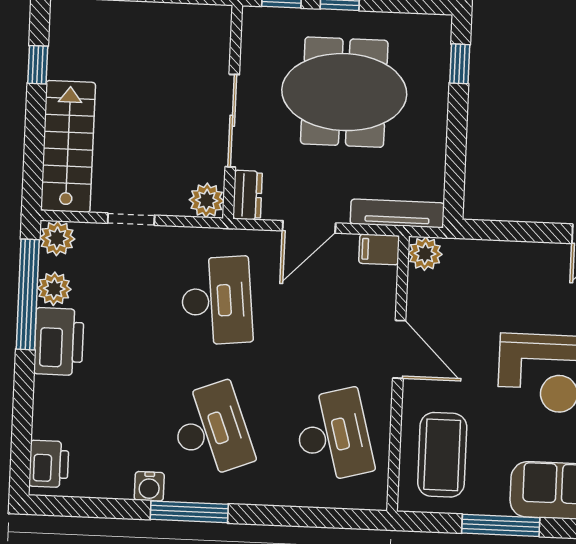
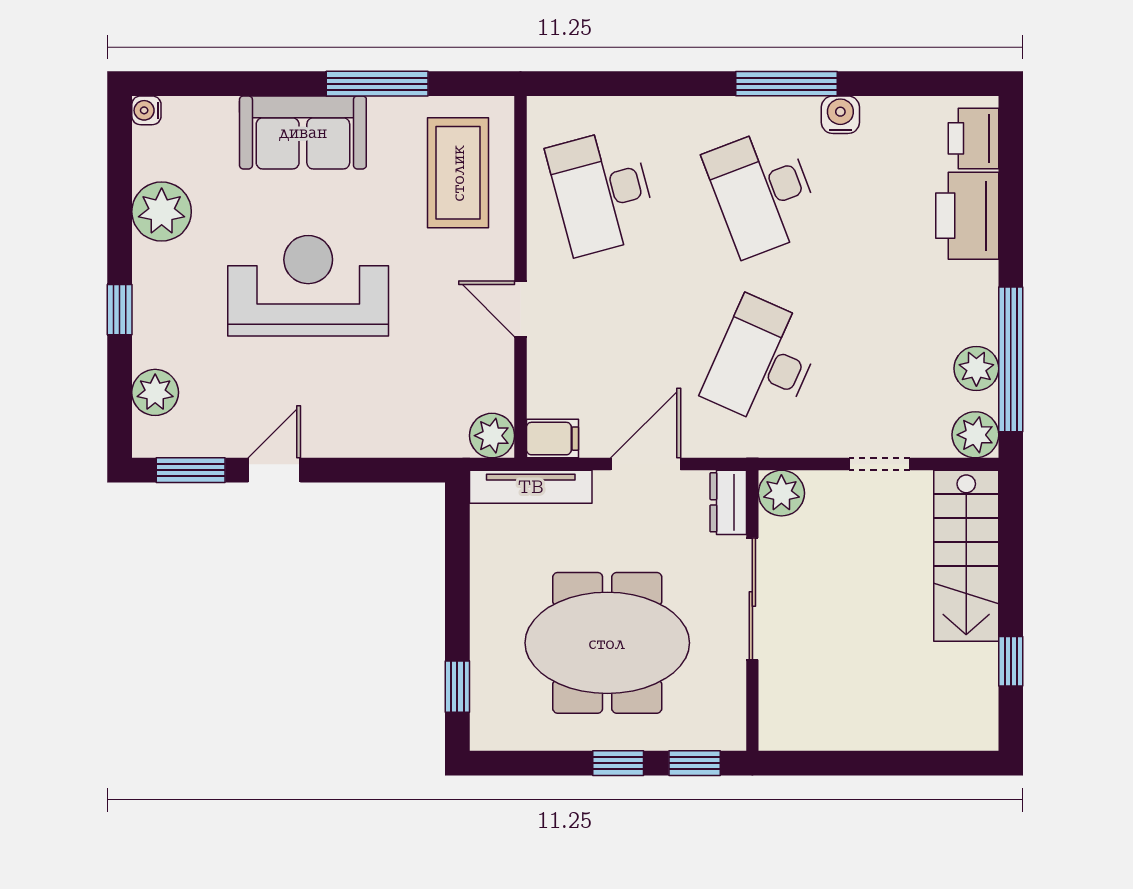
desk: (217, 301) -> (763, 362), turned 30
printer: (59, 342) -> (967, 216), moved
door: (399, 349) -> (520, 309), width x0.73

